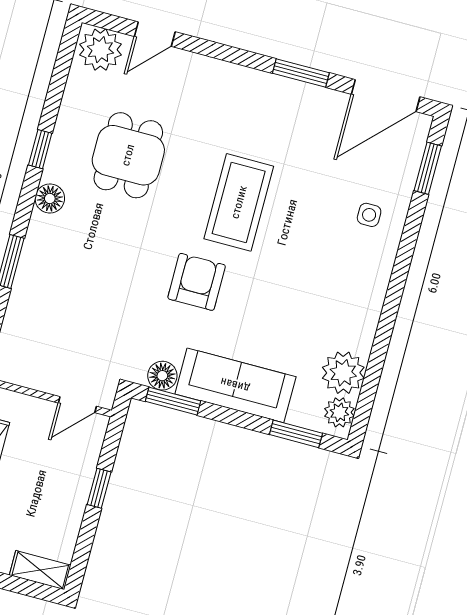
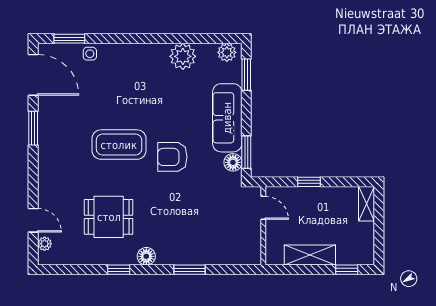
plant: (100, 50) -> (45, 244), width x0.53, depth x0.53
side table: (369, 215) -> (90, 54), moved
plant: (343, 373) -> (183, 56), moved

